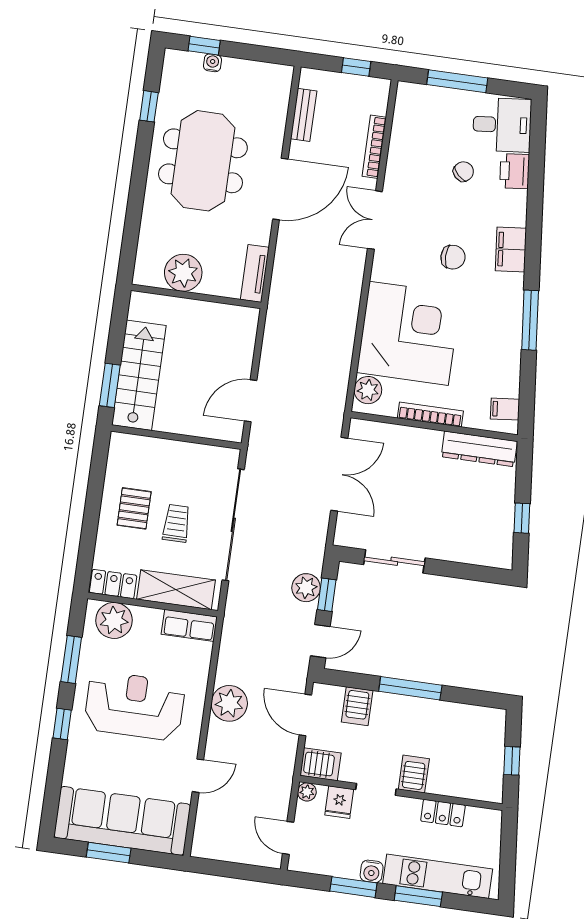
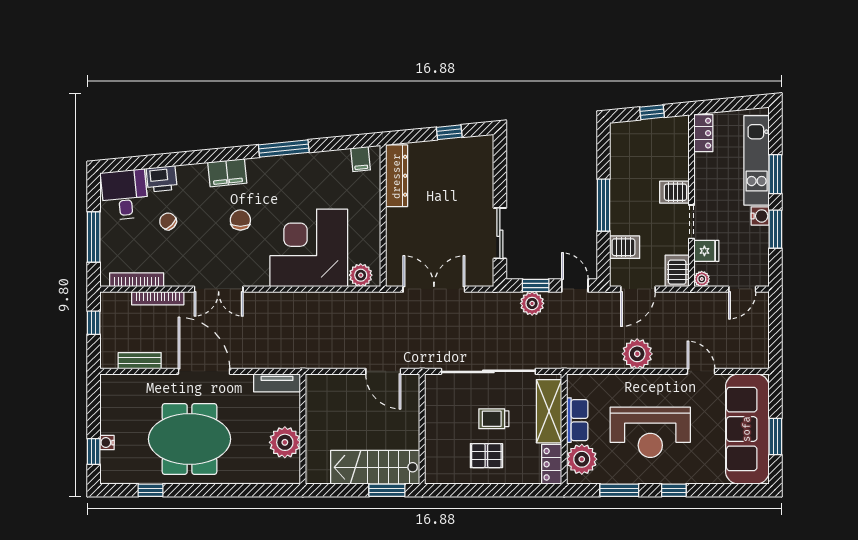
bookcase: (430, 415) -> (137, 280), moved, turned 90
row of seats: (189, 625) -> (577, 420), moved
reception desk: (135, 706) -> (650, 432), turned -90
locker: (443, 813) -> (703, 133), moved

